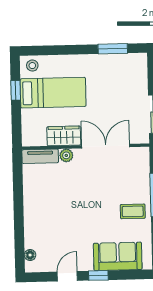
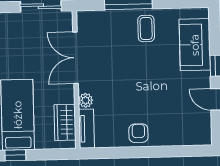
wardrobe: (64, 136) -> (65, 122), moved
armchair: (36, 204) -> (138, 133), added
floor lamp: (30, 255) -> (193, 140), removed

